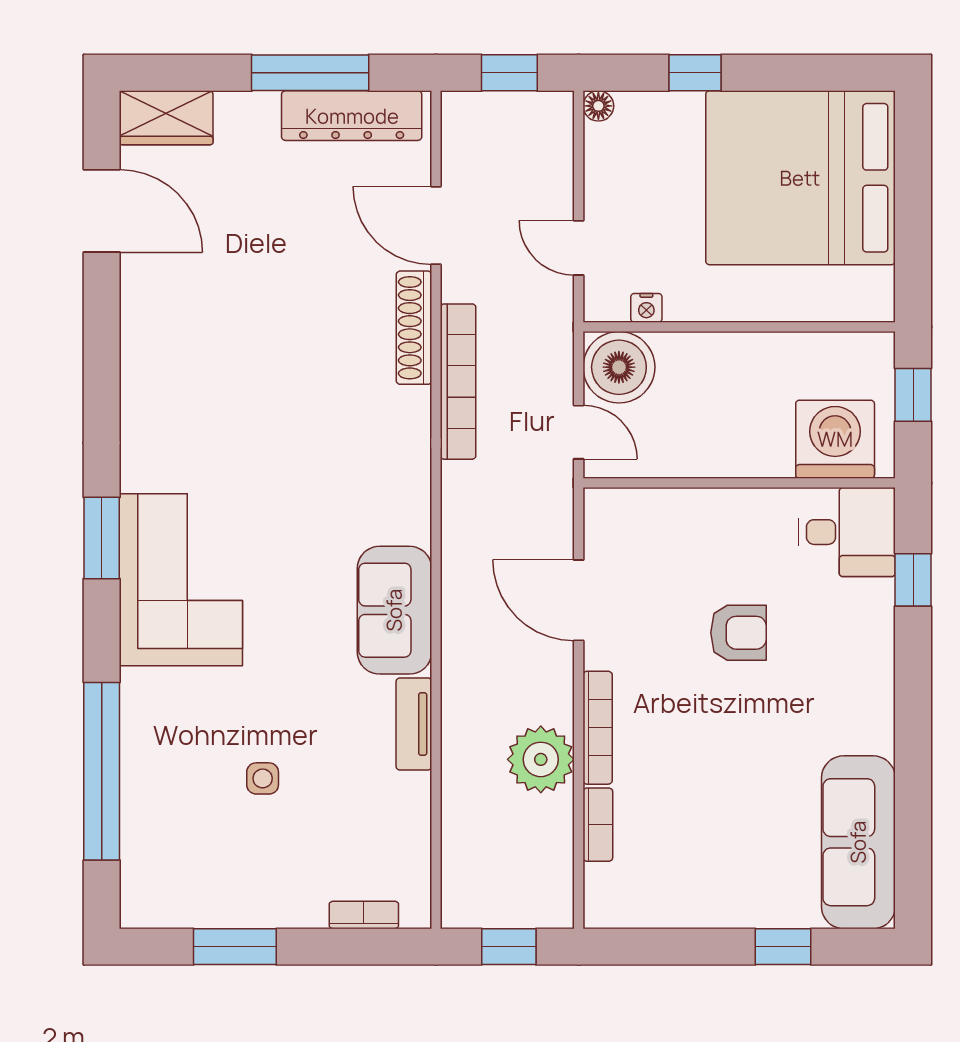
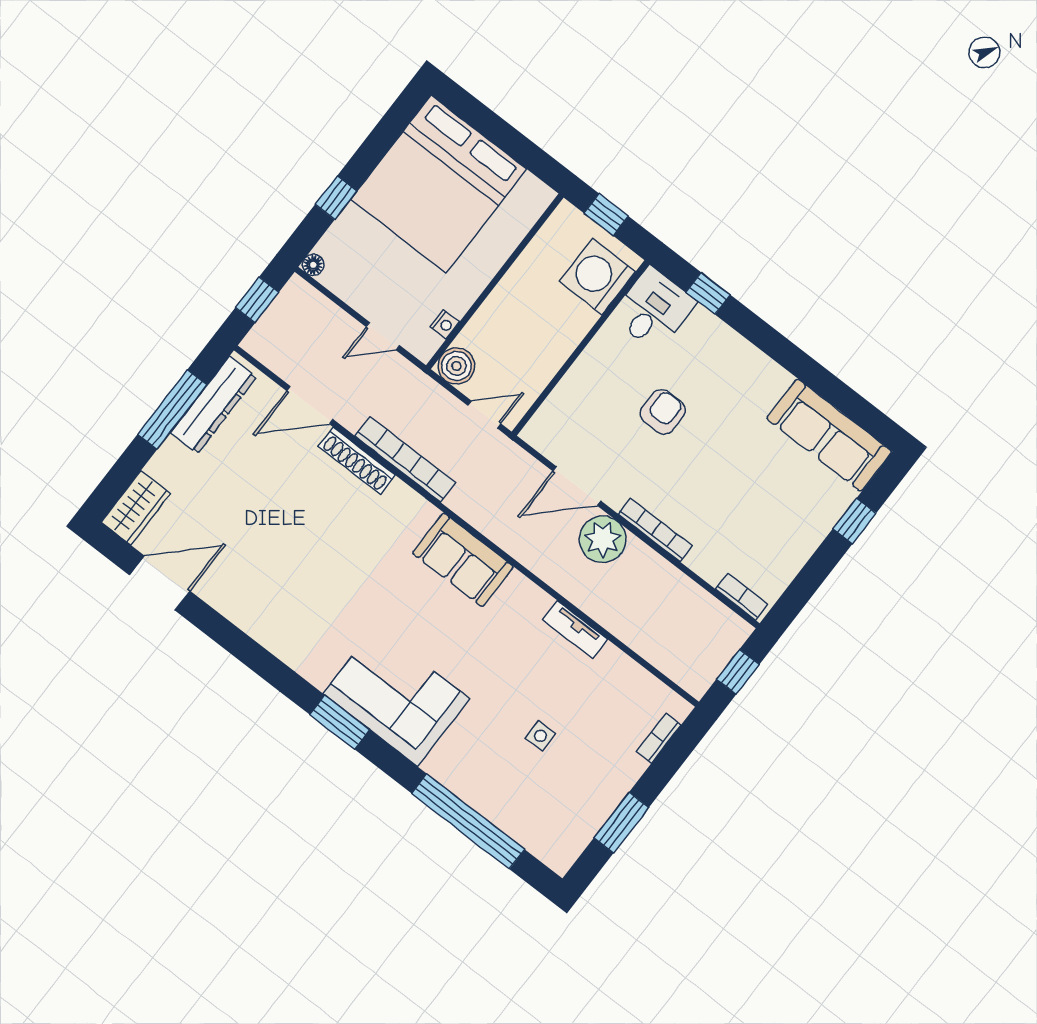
boiler: (619, 367) -> (456, 366), width x0.73, depth x0.73
sofa: (394, 610) -> (463, 560), moved
plant: (541, 759) -> (603, 539), moved
bookcase: (598, 825) -> (742, 597), moved

